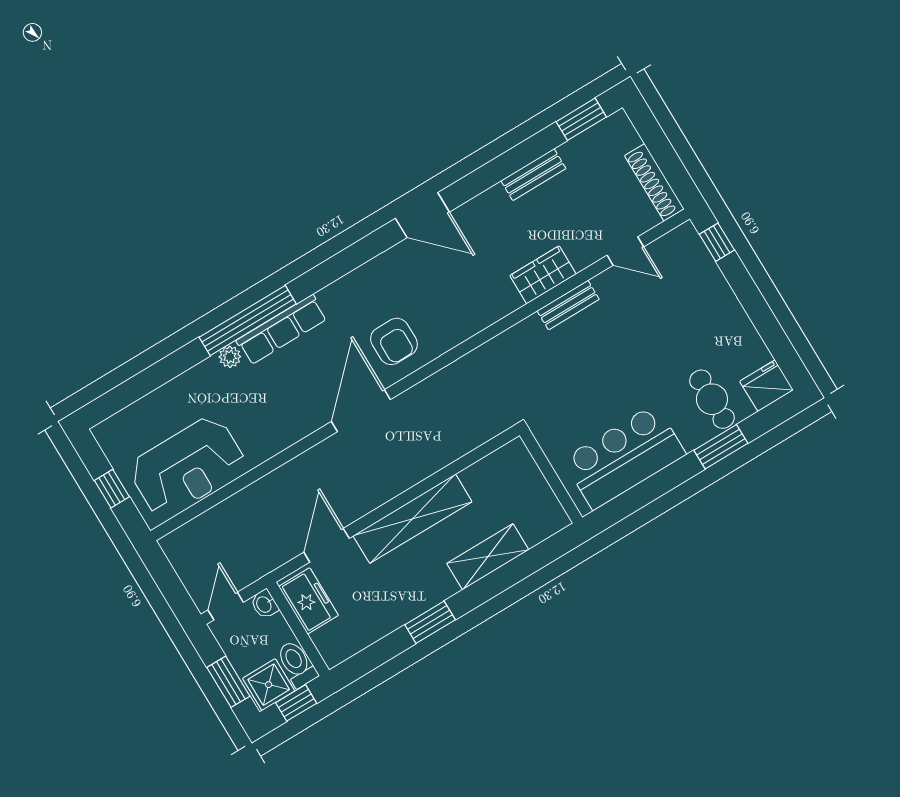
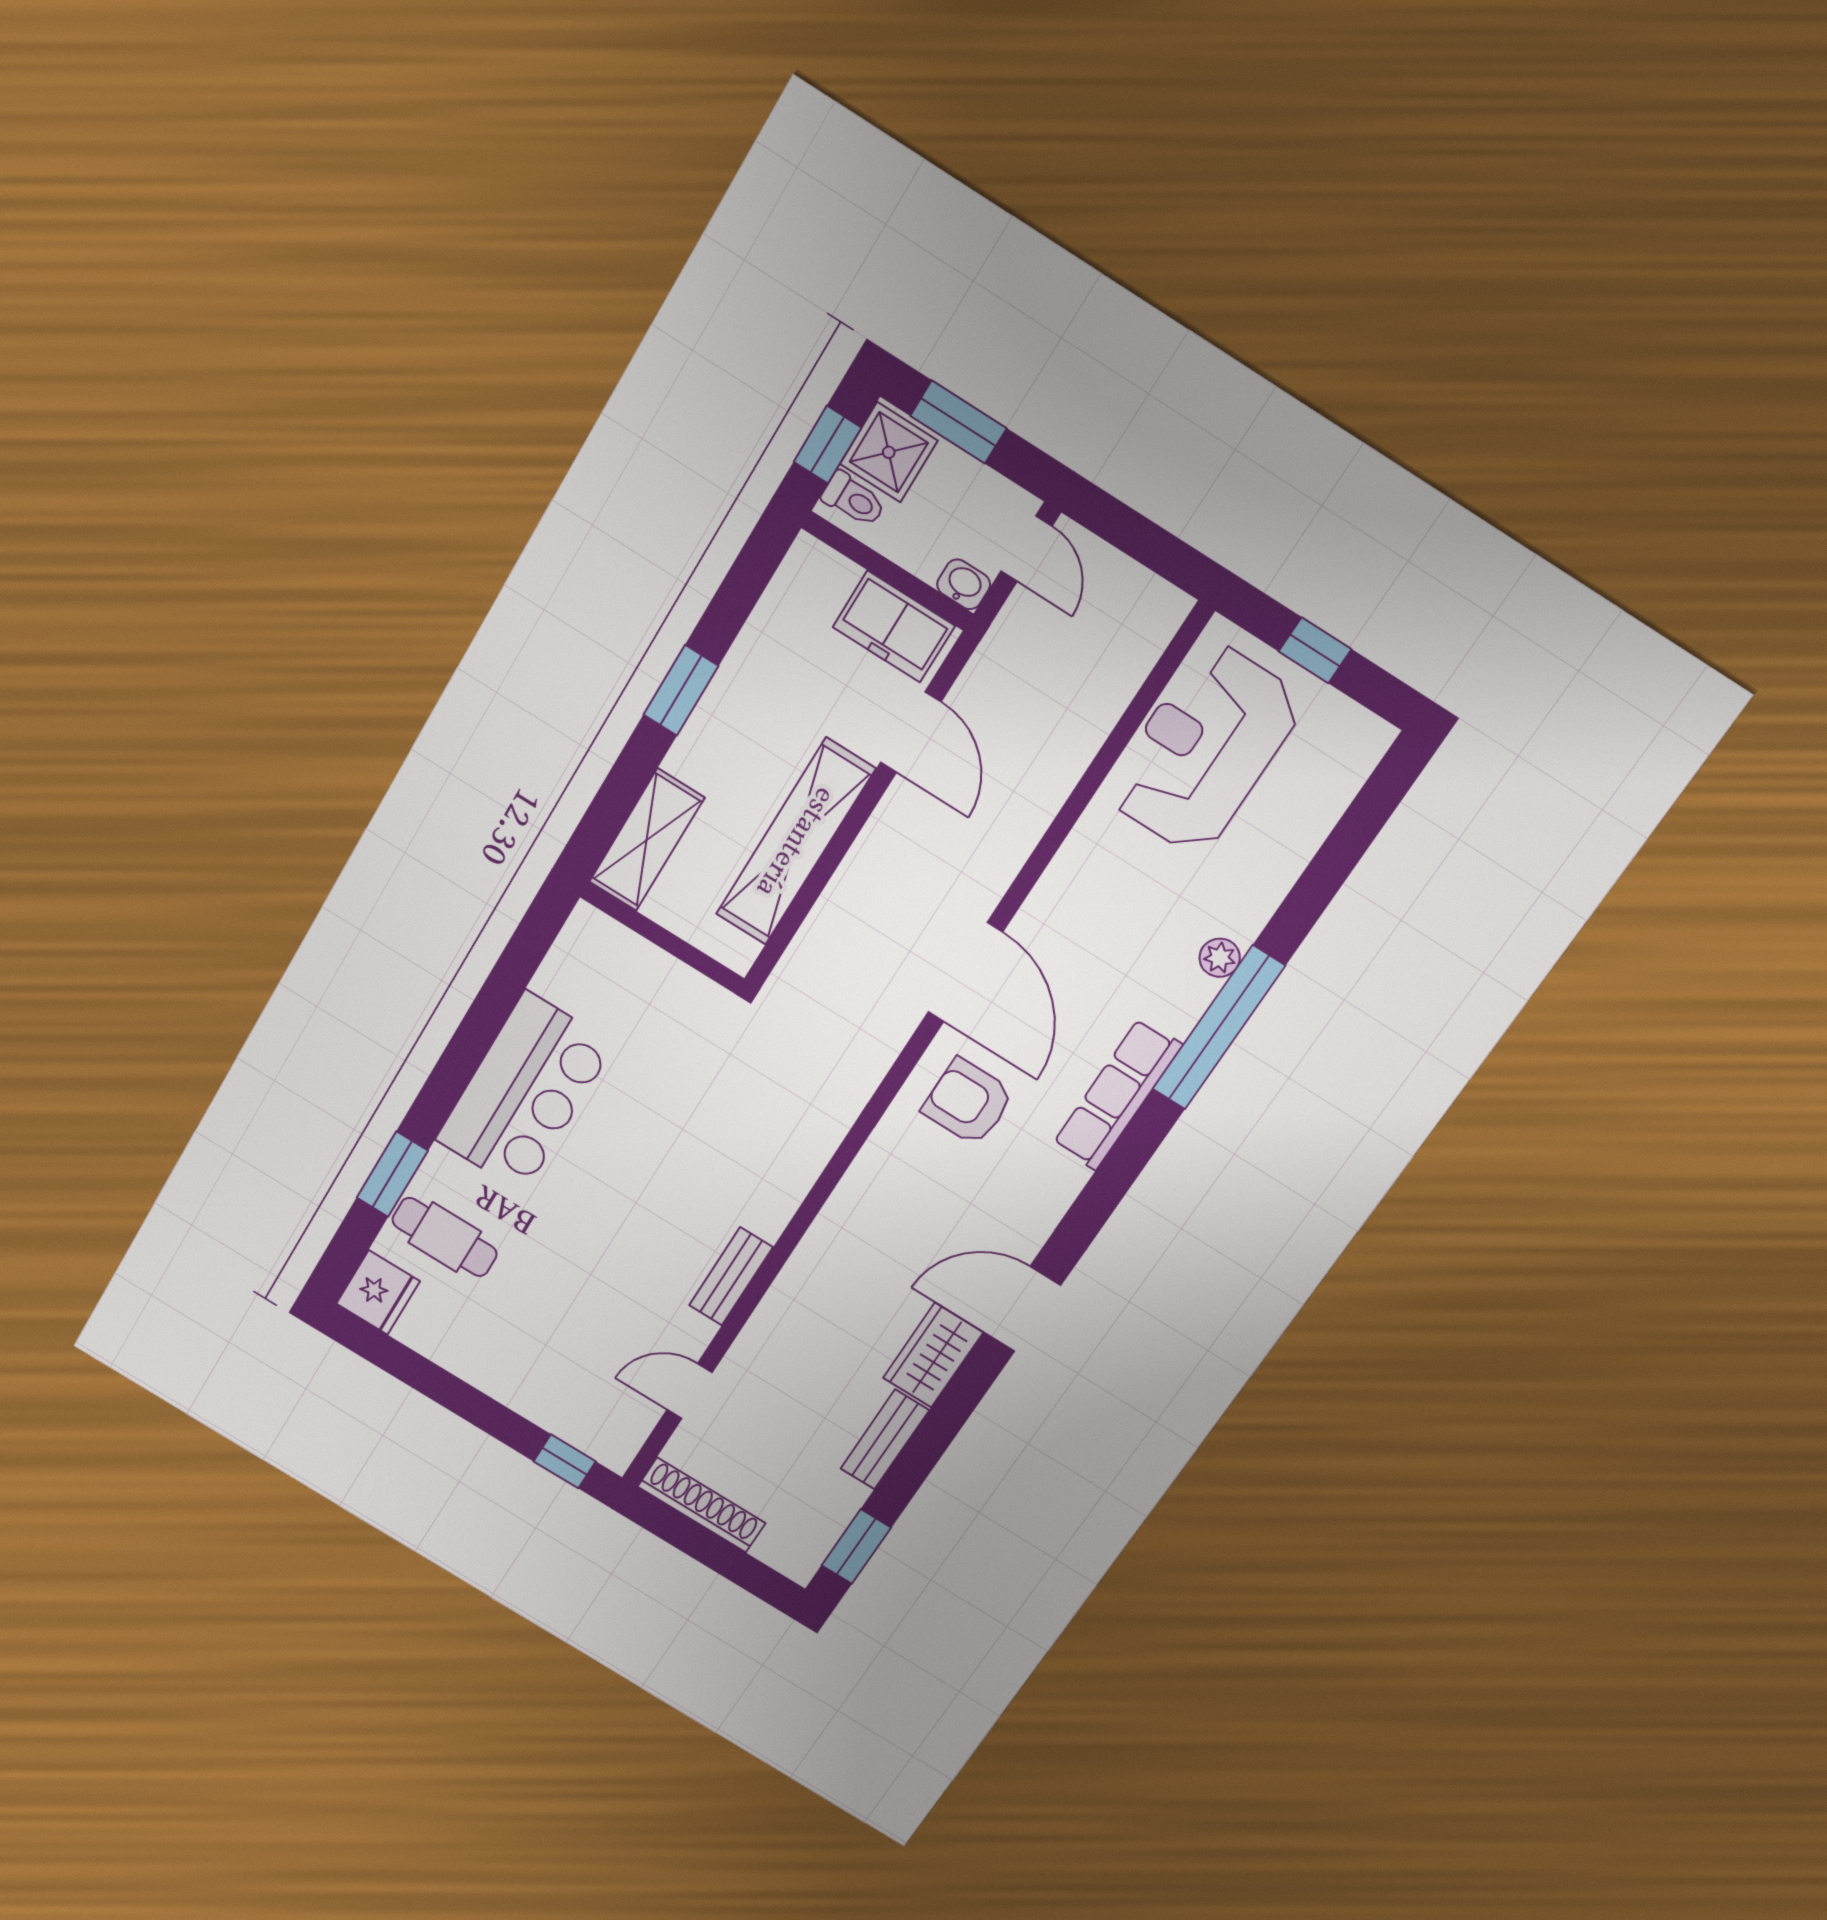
wardrobe: (543, 275) -> (933, 1355), moved, turned 180
row of seats: (282, 330) -> (1117, 1095), moved
wall: (551, 476) -> (662, 938), moved
toilet: (297, 664) -> (854, 499), width x0.73, depth x0.72

